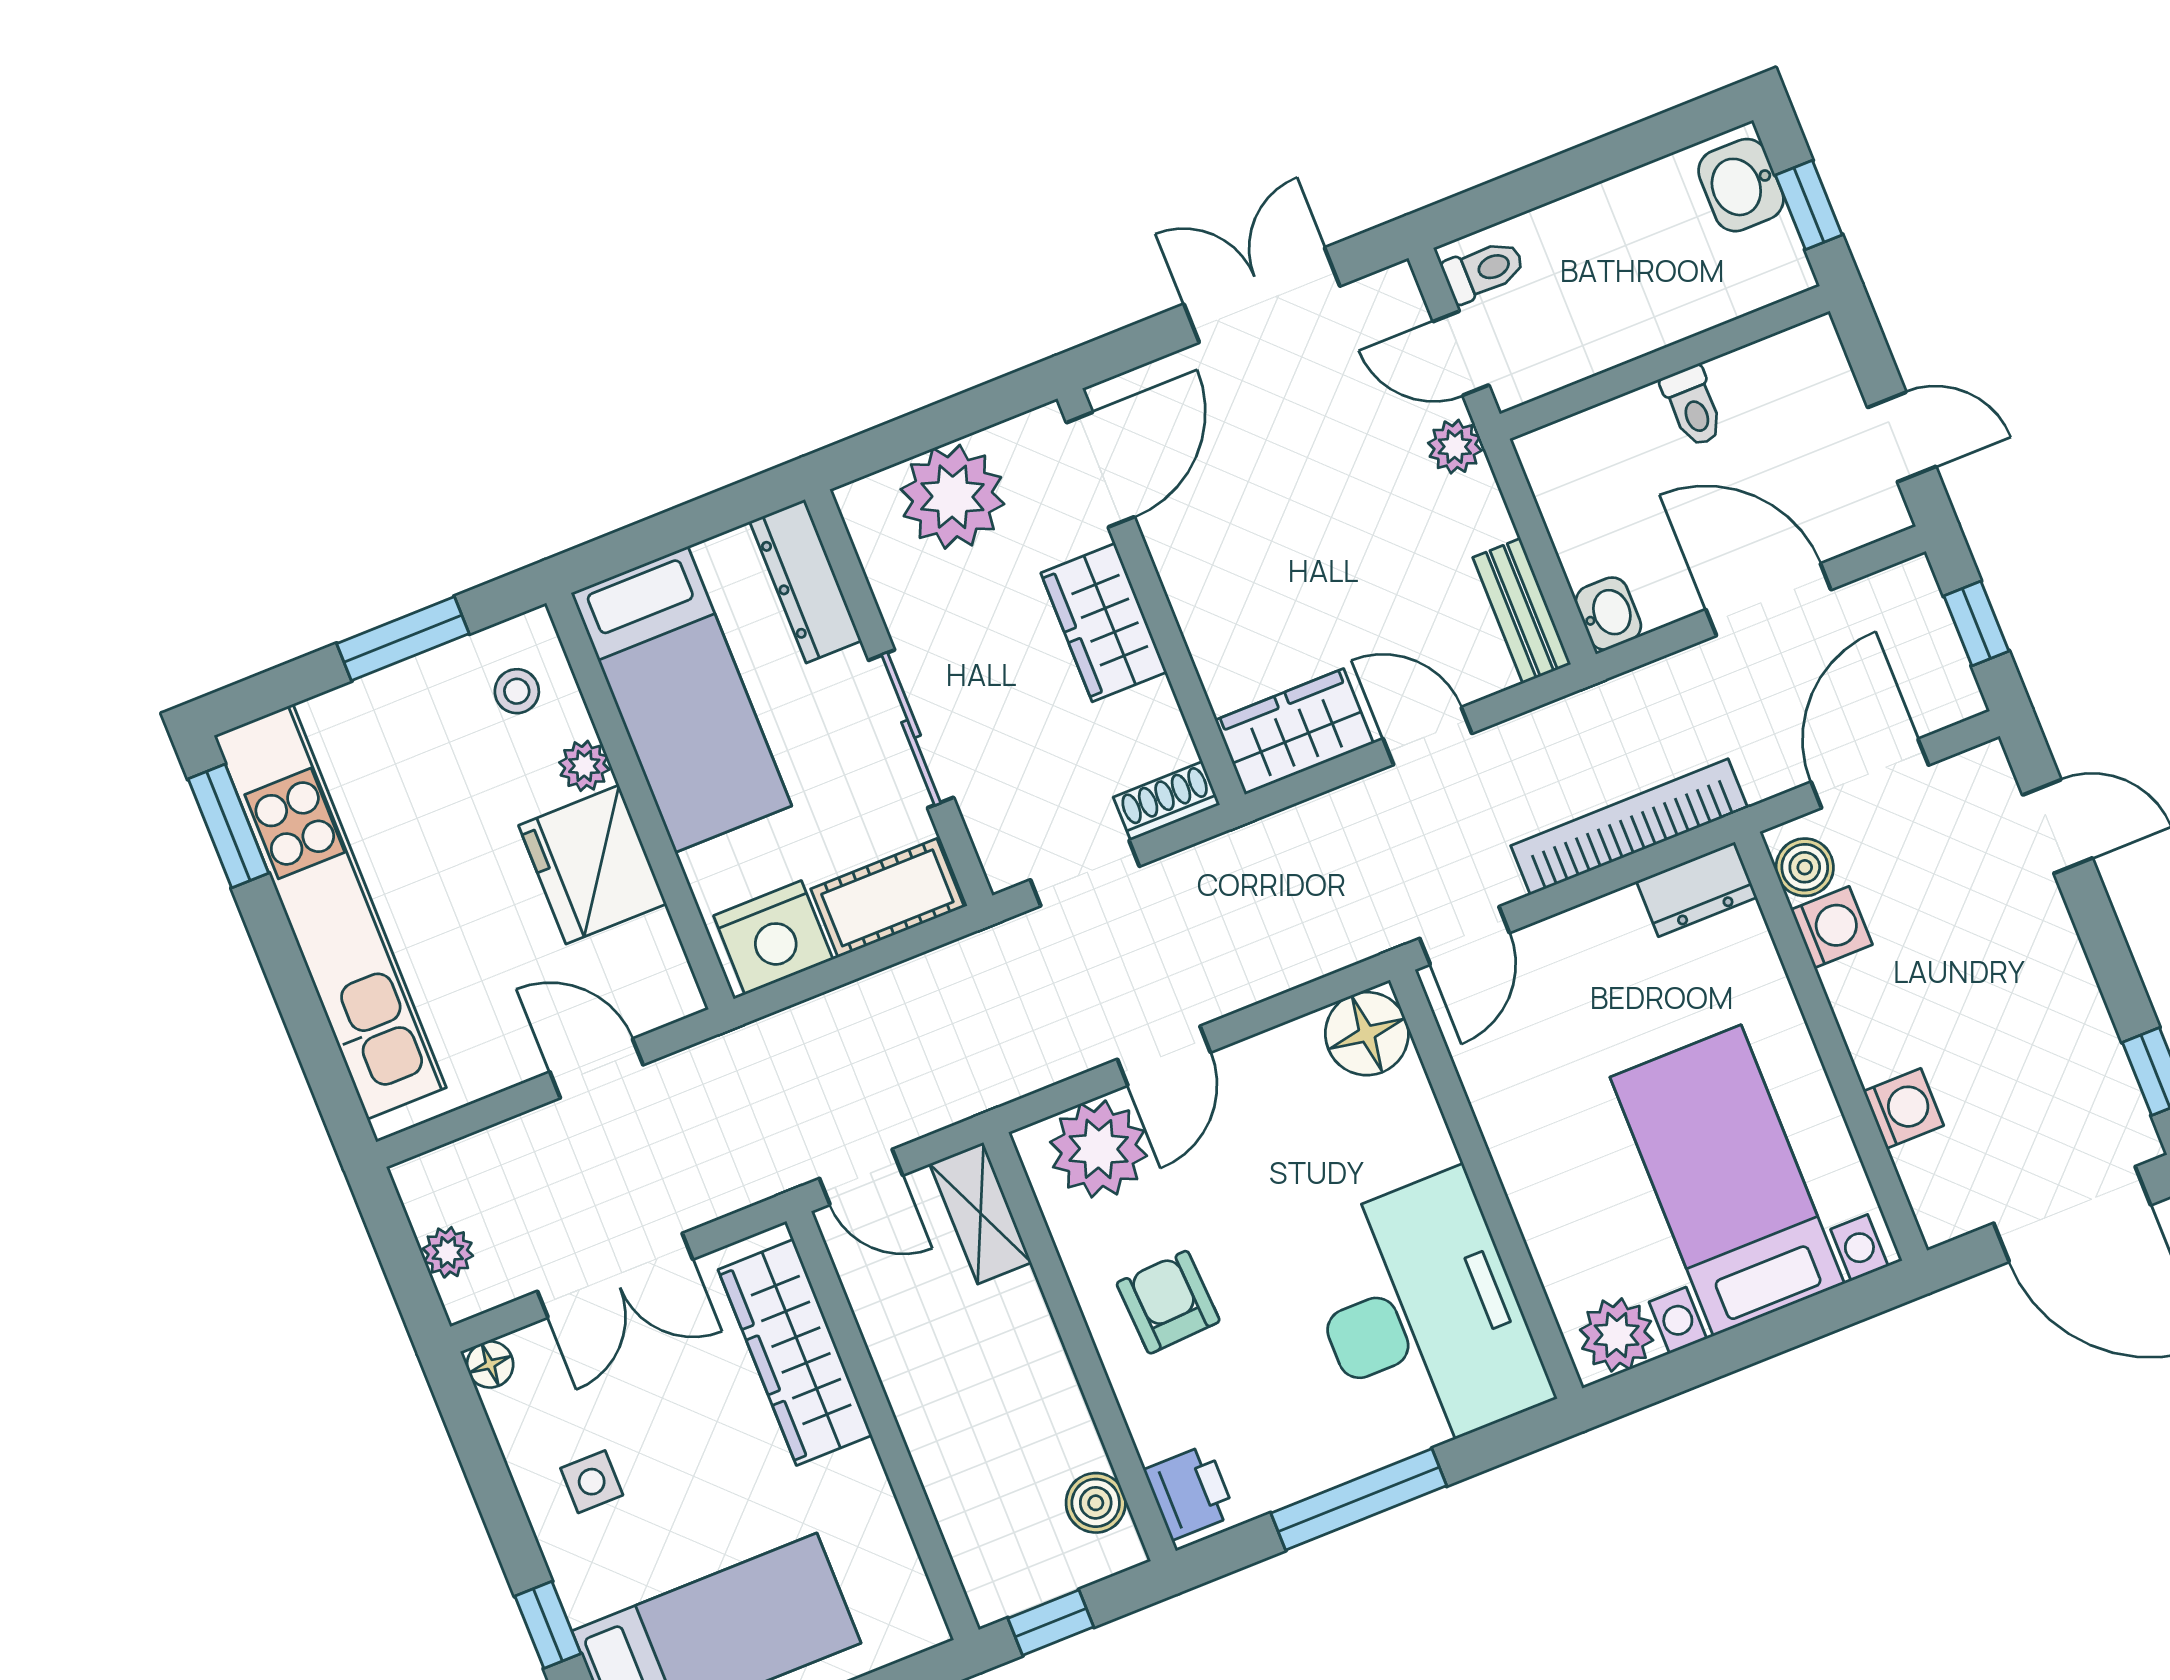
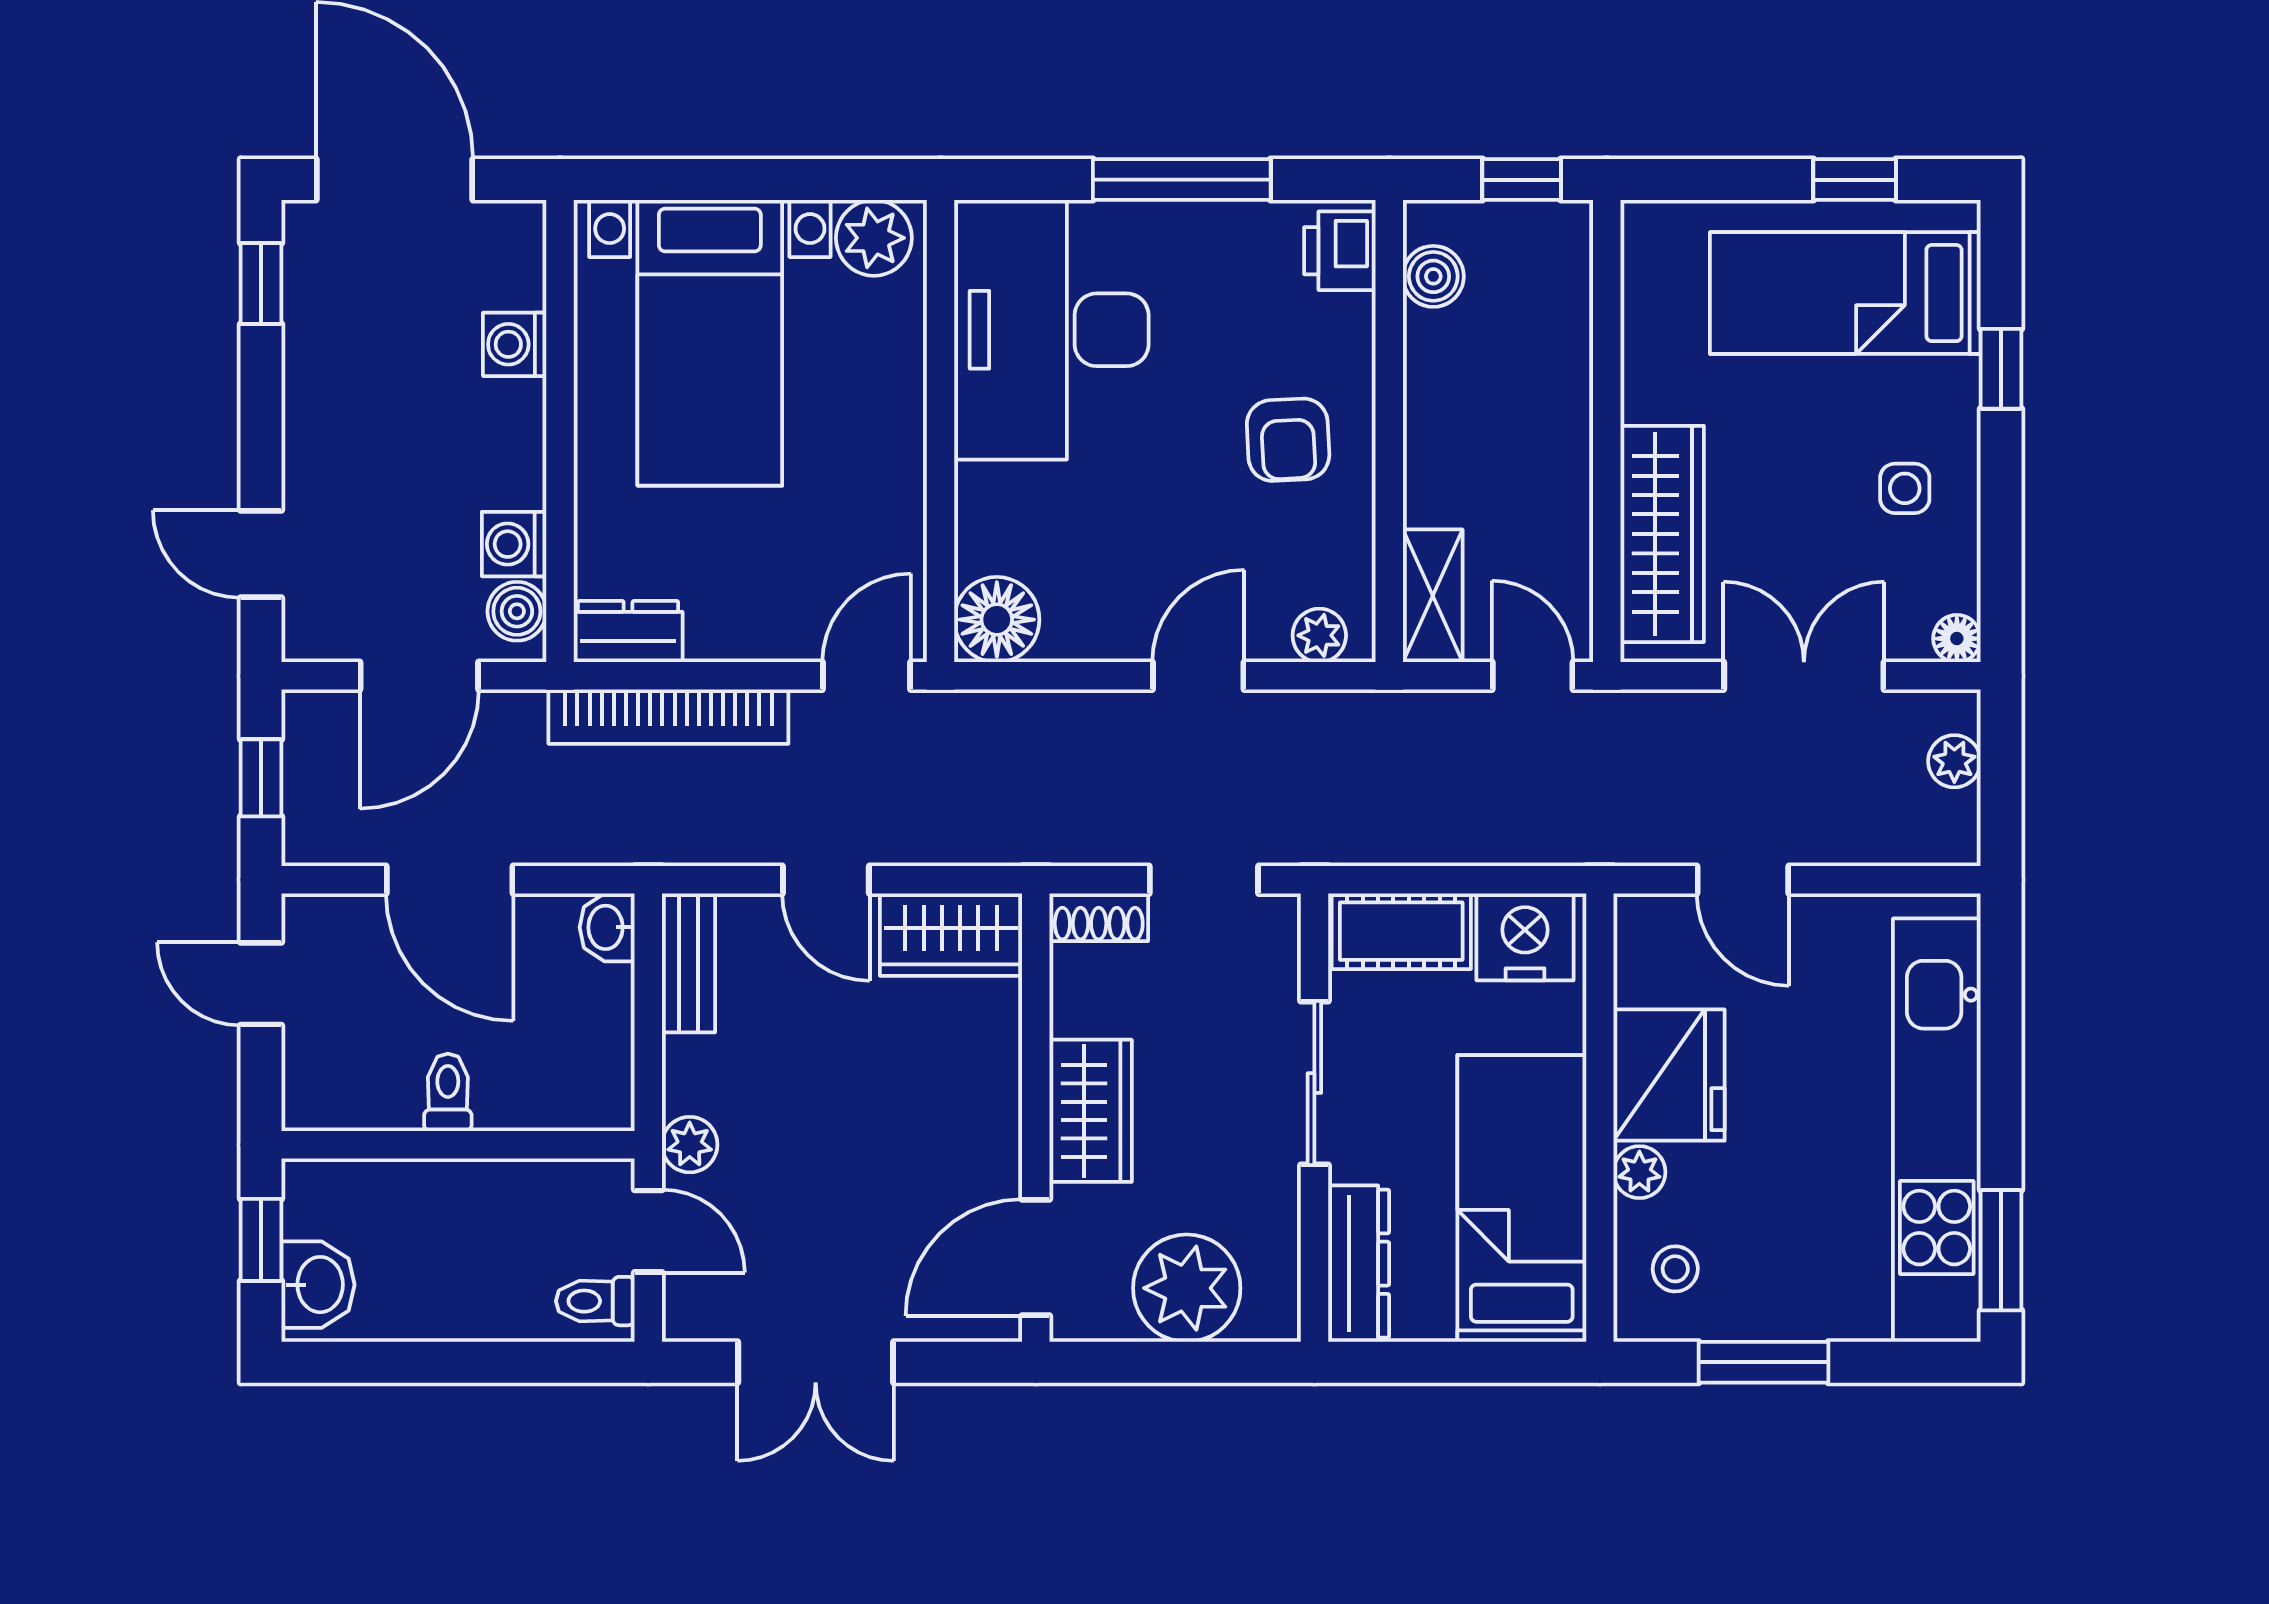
plant: (1099, 1149) -> (1319, 635), width x0.53, depth x0.53

